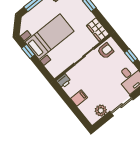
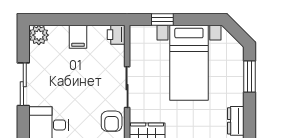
window: (28, 51) -> (162, 20), moved
plant: (101, 110) -> (39, 35), moved

